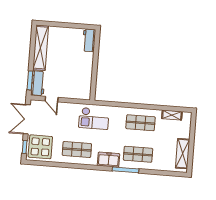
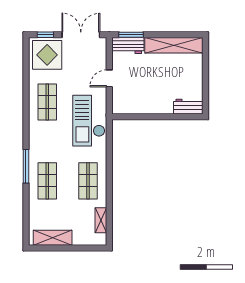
door: (52, 99) -> (109, 78), moved
checkout: (94, 118) -> (89, 121), width x1.36, depth x1.21
freezer: (109, 160) -> (37, 144), removed

